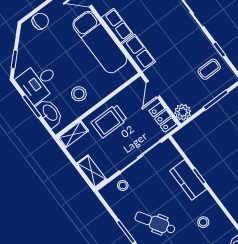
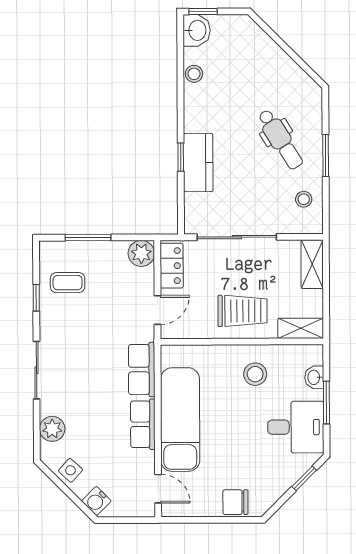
washbasin: (50, 113) -> (314, 377), width x0.52, depth x0.69
stool: (123, 185) -> (304, 199), moved
stool: (203, 222) -> (194, 74), moved

